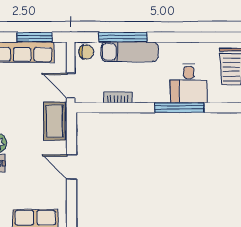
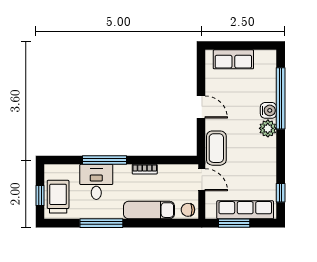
window: (123, 37) -> (101, 223), moved
bookcase: (118, 97) -> (145, 169), moved

